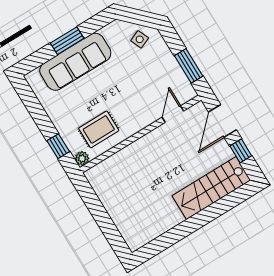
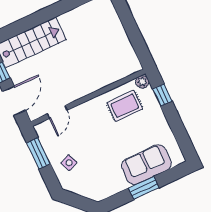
side table: (140, 39) -> (69, 163), moved
sofa: (75, 62) -> (146, 165), width x0.73

